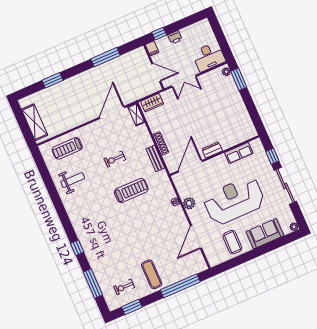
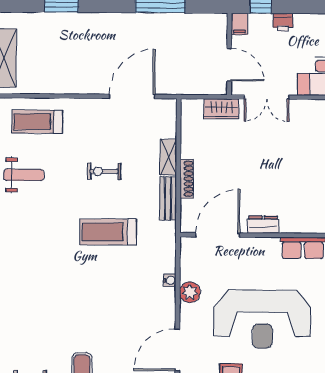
wardrobe: (152, 103) -> (221, 109), moved
shelving: (136, 115) -> (168, 157), moved
treadmill: (131, 190) -> (108, 232), turned 180
reception desk: (234, 201) -> (262, 319), turned 180

